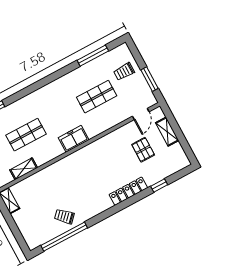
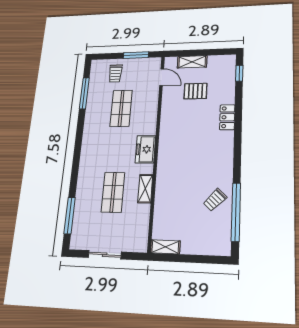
shelving: (24, 169) -> (145, 189), moved
window: (159, 186) -> (239, 73), moved
locker: (128, 191) -> (227, 117), width x0.66

